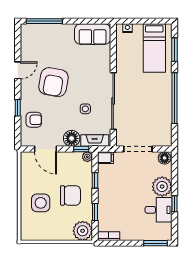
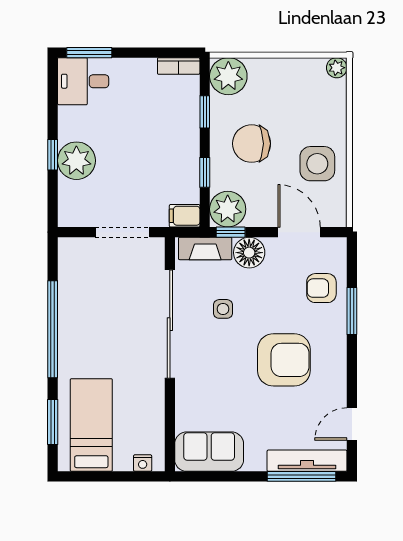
tv unit: (41, 29) -> (307, 461), added
door: (18, 70) -> (352, 424), moved
armchair: (54, 82) -> (284, 360), turned 80
window: (18, 108) -> (352, 311), width x1.50
plant: (87, 157) -> (228, 209), width x1.88, depth x1.88
floor lamp: (165, 158) -> (72, 215), removed
side table: (41, 203) -> (317, 164), moved
window: (175, 204) -> (53, 155), moved
desk: (159, 210) -> (83, 81), moved
plant: (26, 235) -> (337, 68), added

